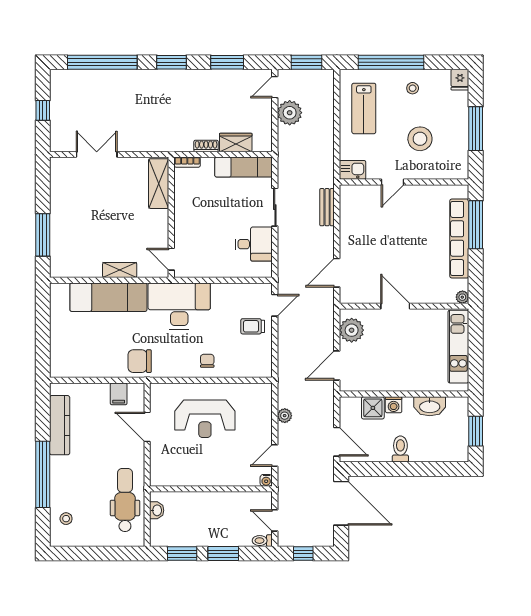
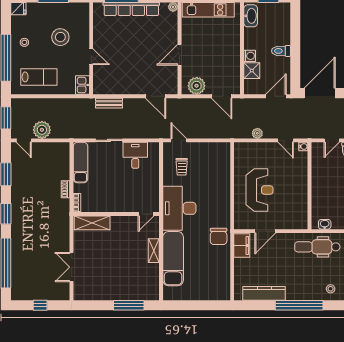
wardrobe: (236, 142) -> (63, 168), removed
trolley: (253, 326) -> (182, 167), moved
chair: (207, 361) -> (218, 188), removed
filing cabinet: (119, 394) -> (242, 246), width x2.00
washbasin: (430, 406) -> (251, 16), moved

